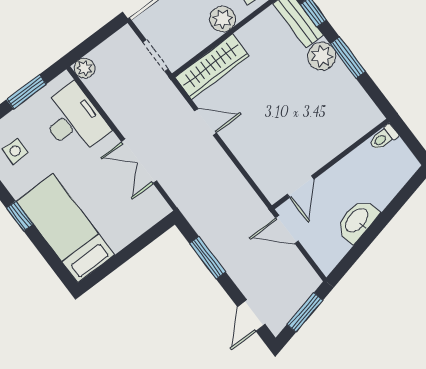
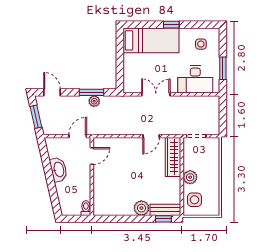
window: (348, 58) -> (132, 219), removed
plant: (84, 68) -> (94, 101), moved
door: (301, 187) -> (92, 156), swing flipped

